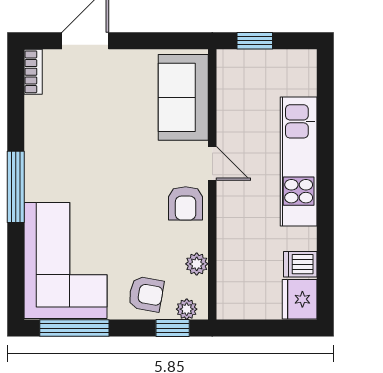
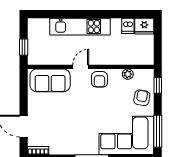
armchair: (186, 203) -> (99, 79), turned 90
plant: (187, 309) -> (149, 79), removed

